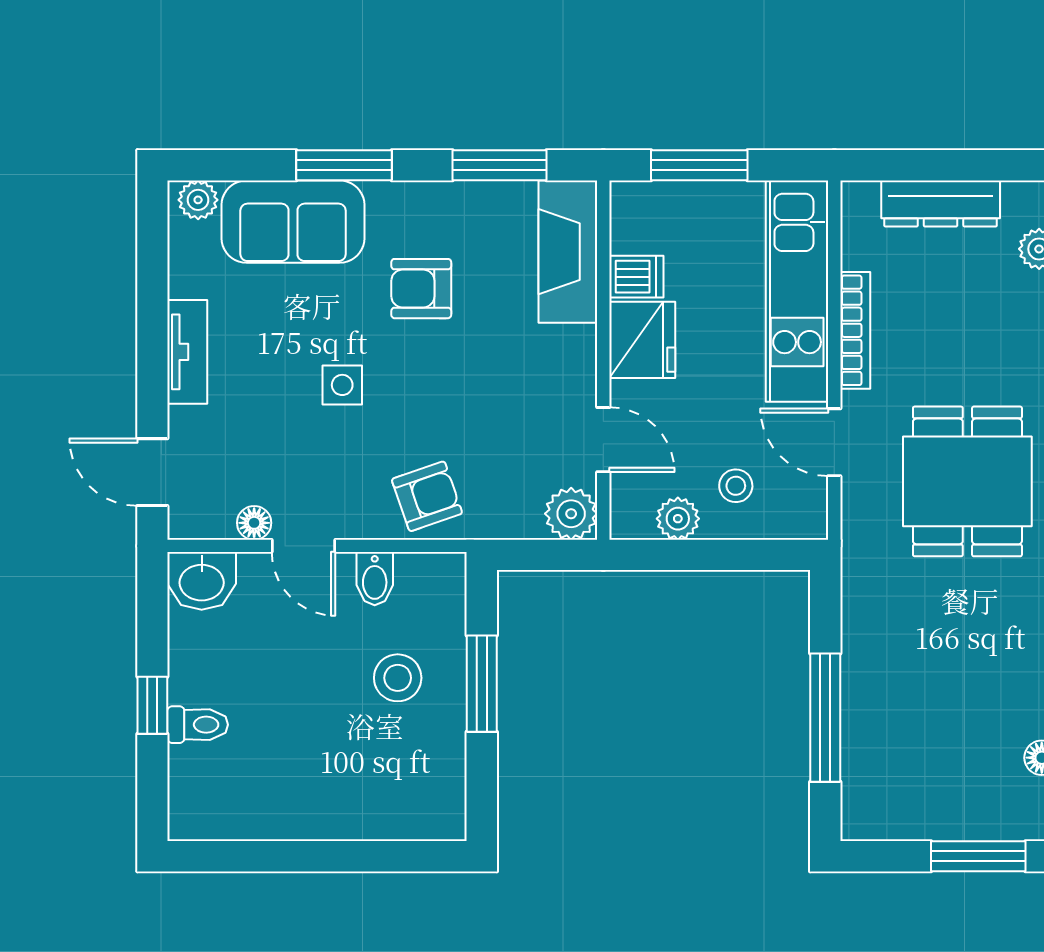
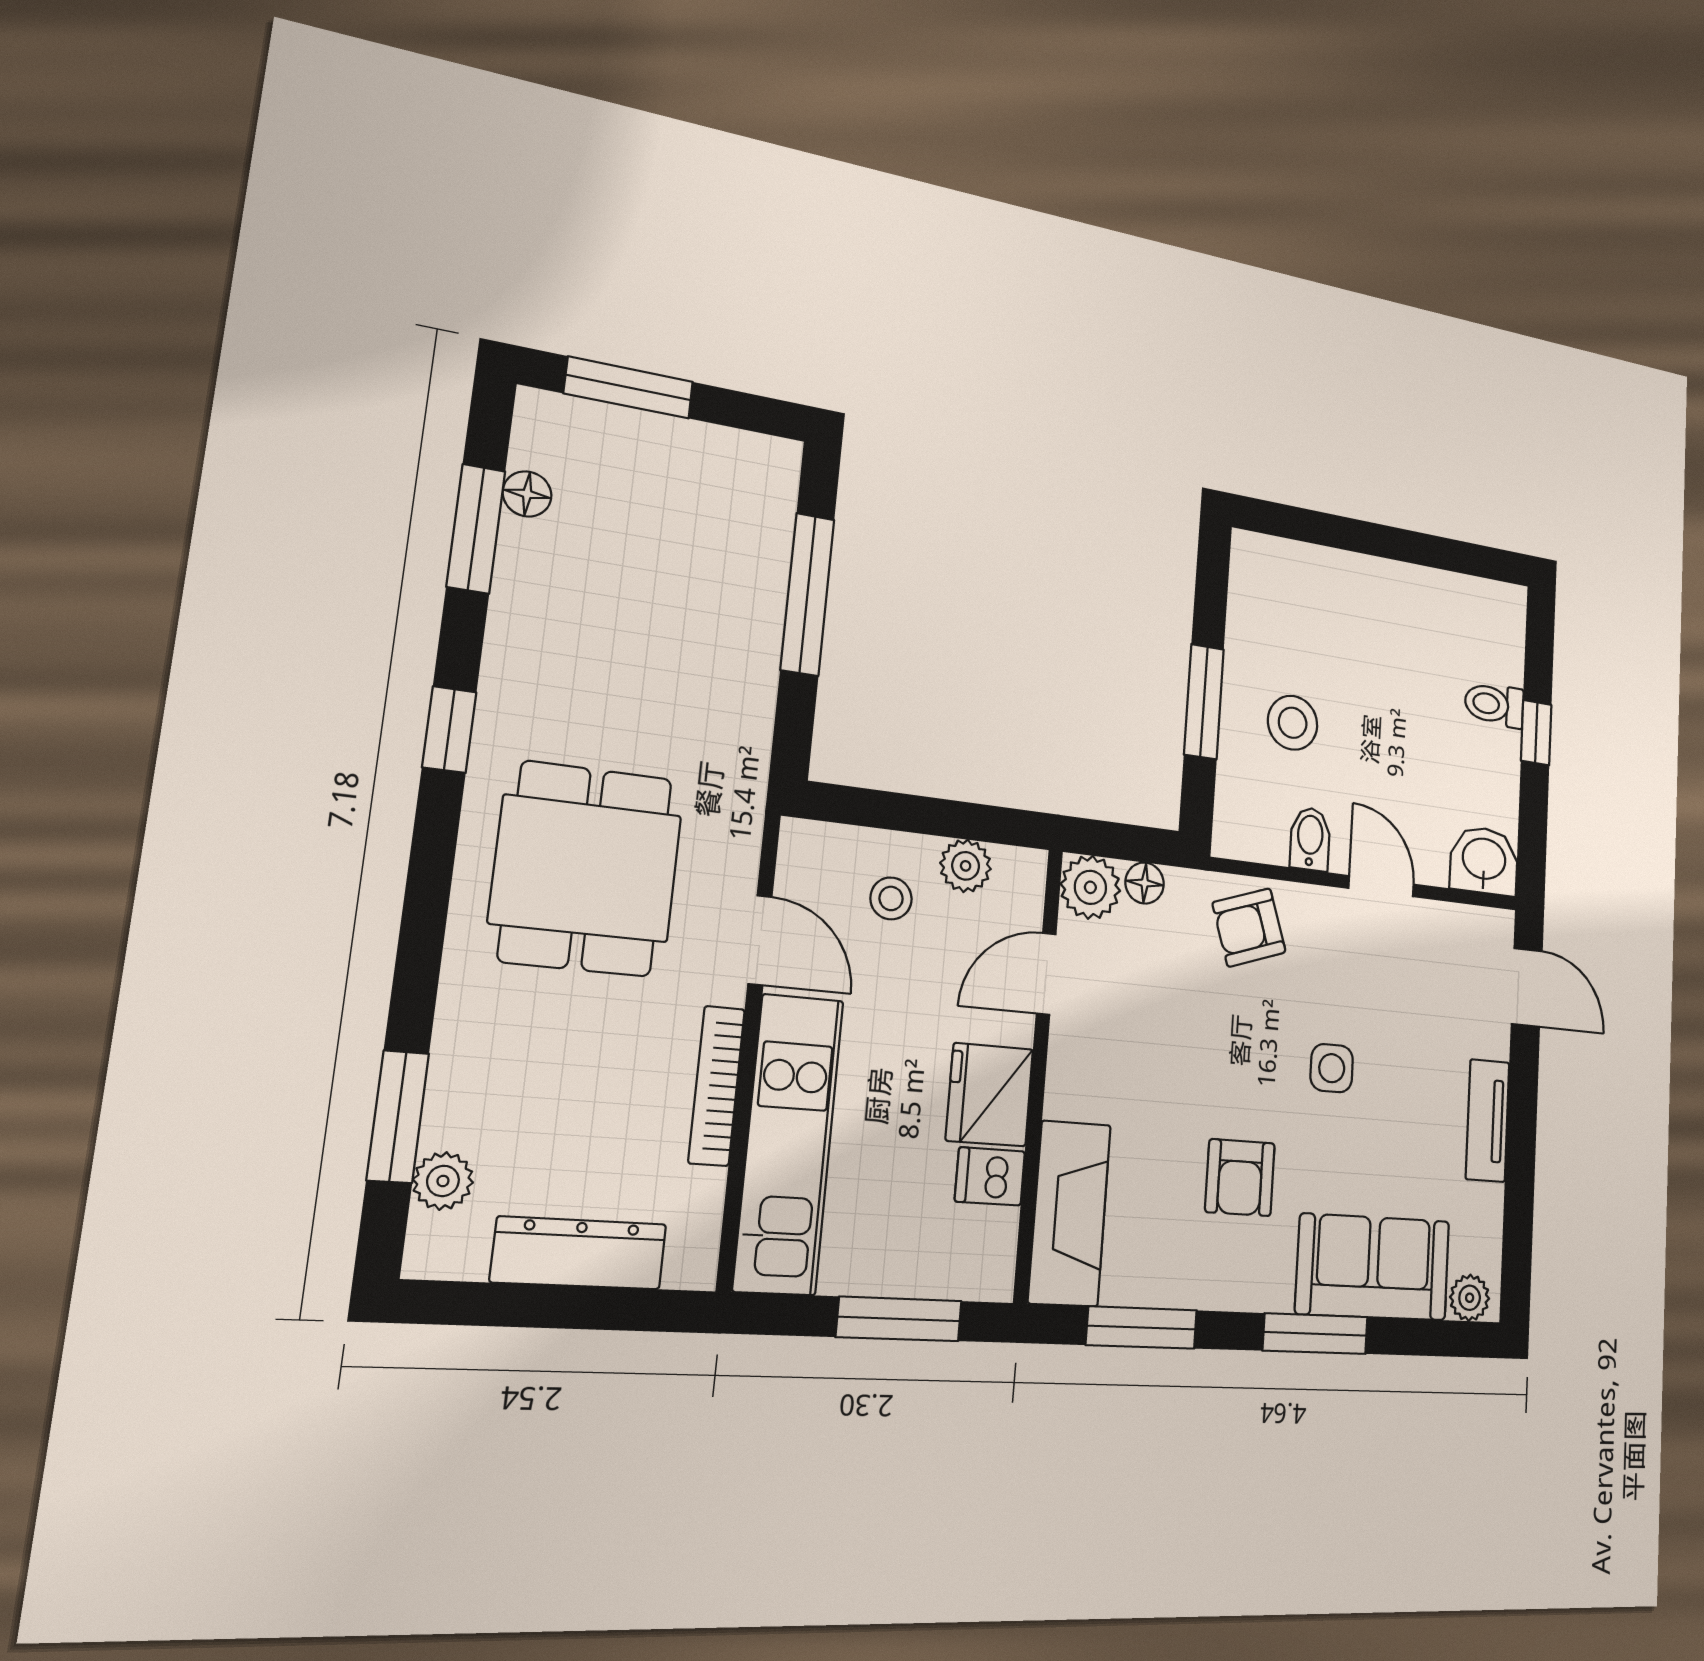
armchair: (421, 289) -> (1240, 1178), turned 90
door: (603, 440) -> (1046, 974), hinge flipped
floor lamp: (254, 523) -> (1145, 883), moved

